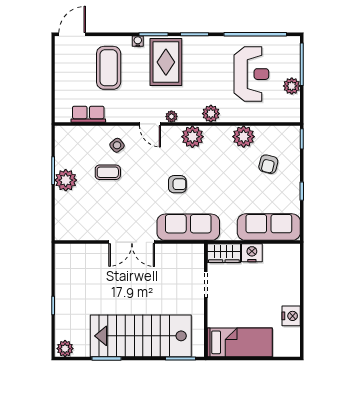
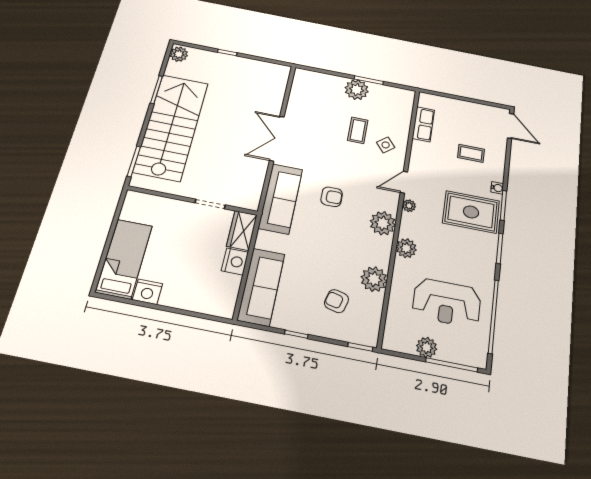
coffee table: (109, 68) -> (471, 153), width x0.54, depth x0.58
armchair: (177, 184) -> (332, 197), turned -90
bed: (240, 342) -> (124, 259), moved, turned 180

